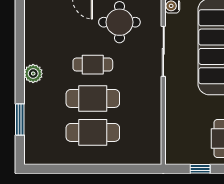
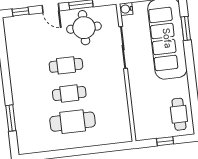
plant: (33, 74) -> (17, 79), removed
cafe table: (93, 98) -> (69, 93), width x0.73, depth x0.74

